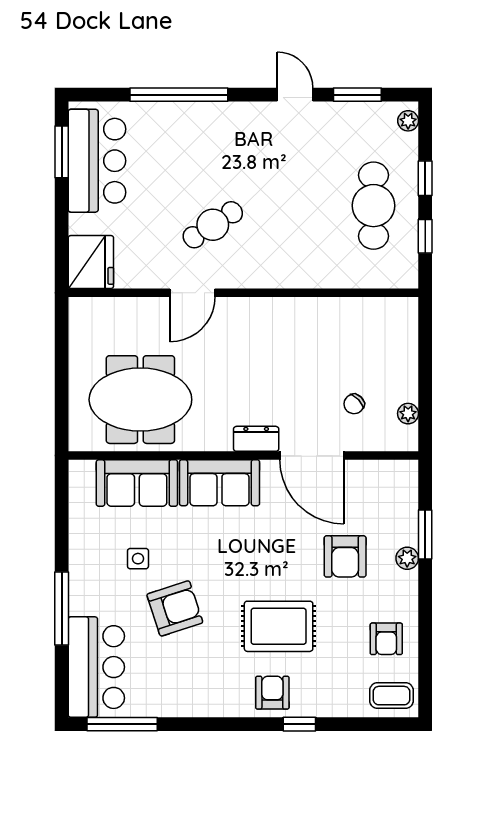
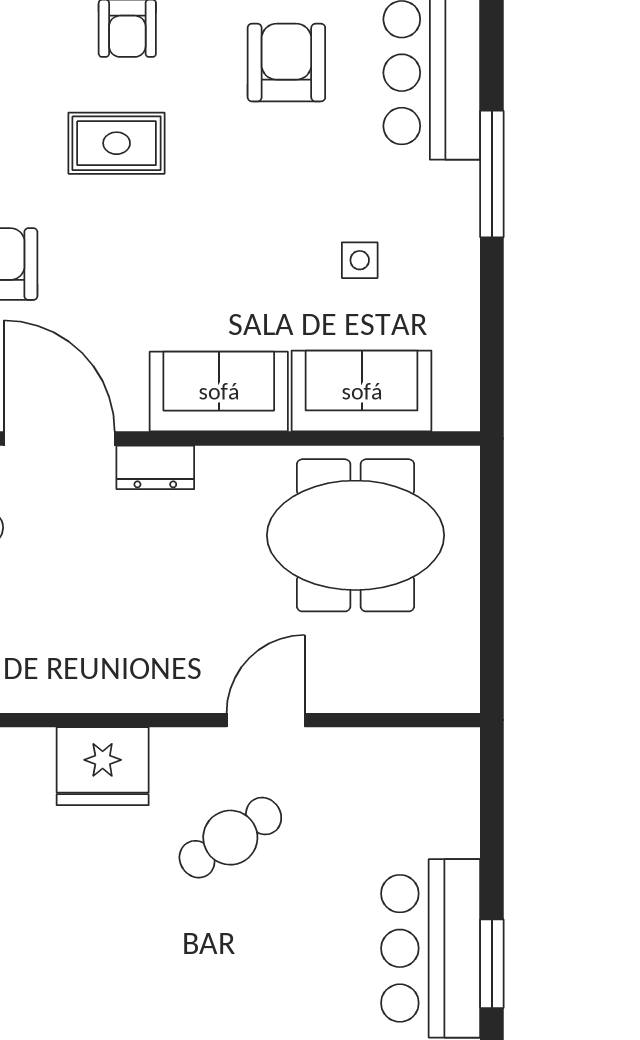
fridge: (91, 262) -> (103, 766), moved, turned -90
armchair: (175, 608) -> (286, 63), moved, turned 108
rug: (279, 626) -> (117, 143), width x0.73, depth x0.70

